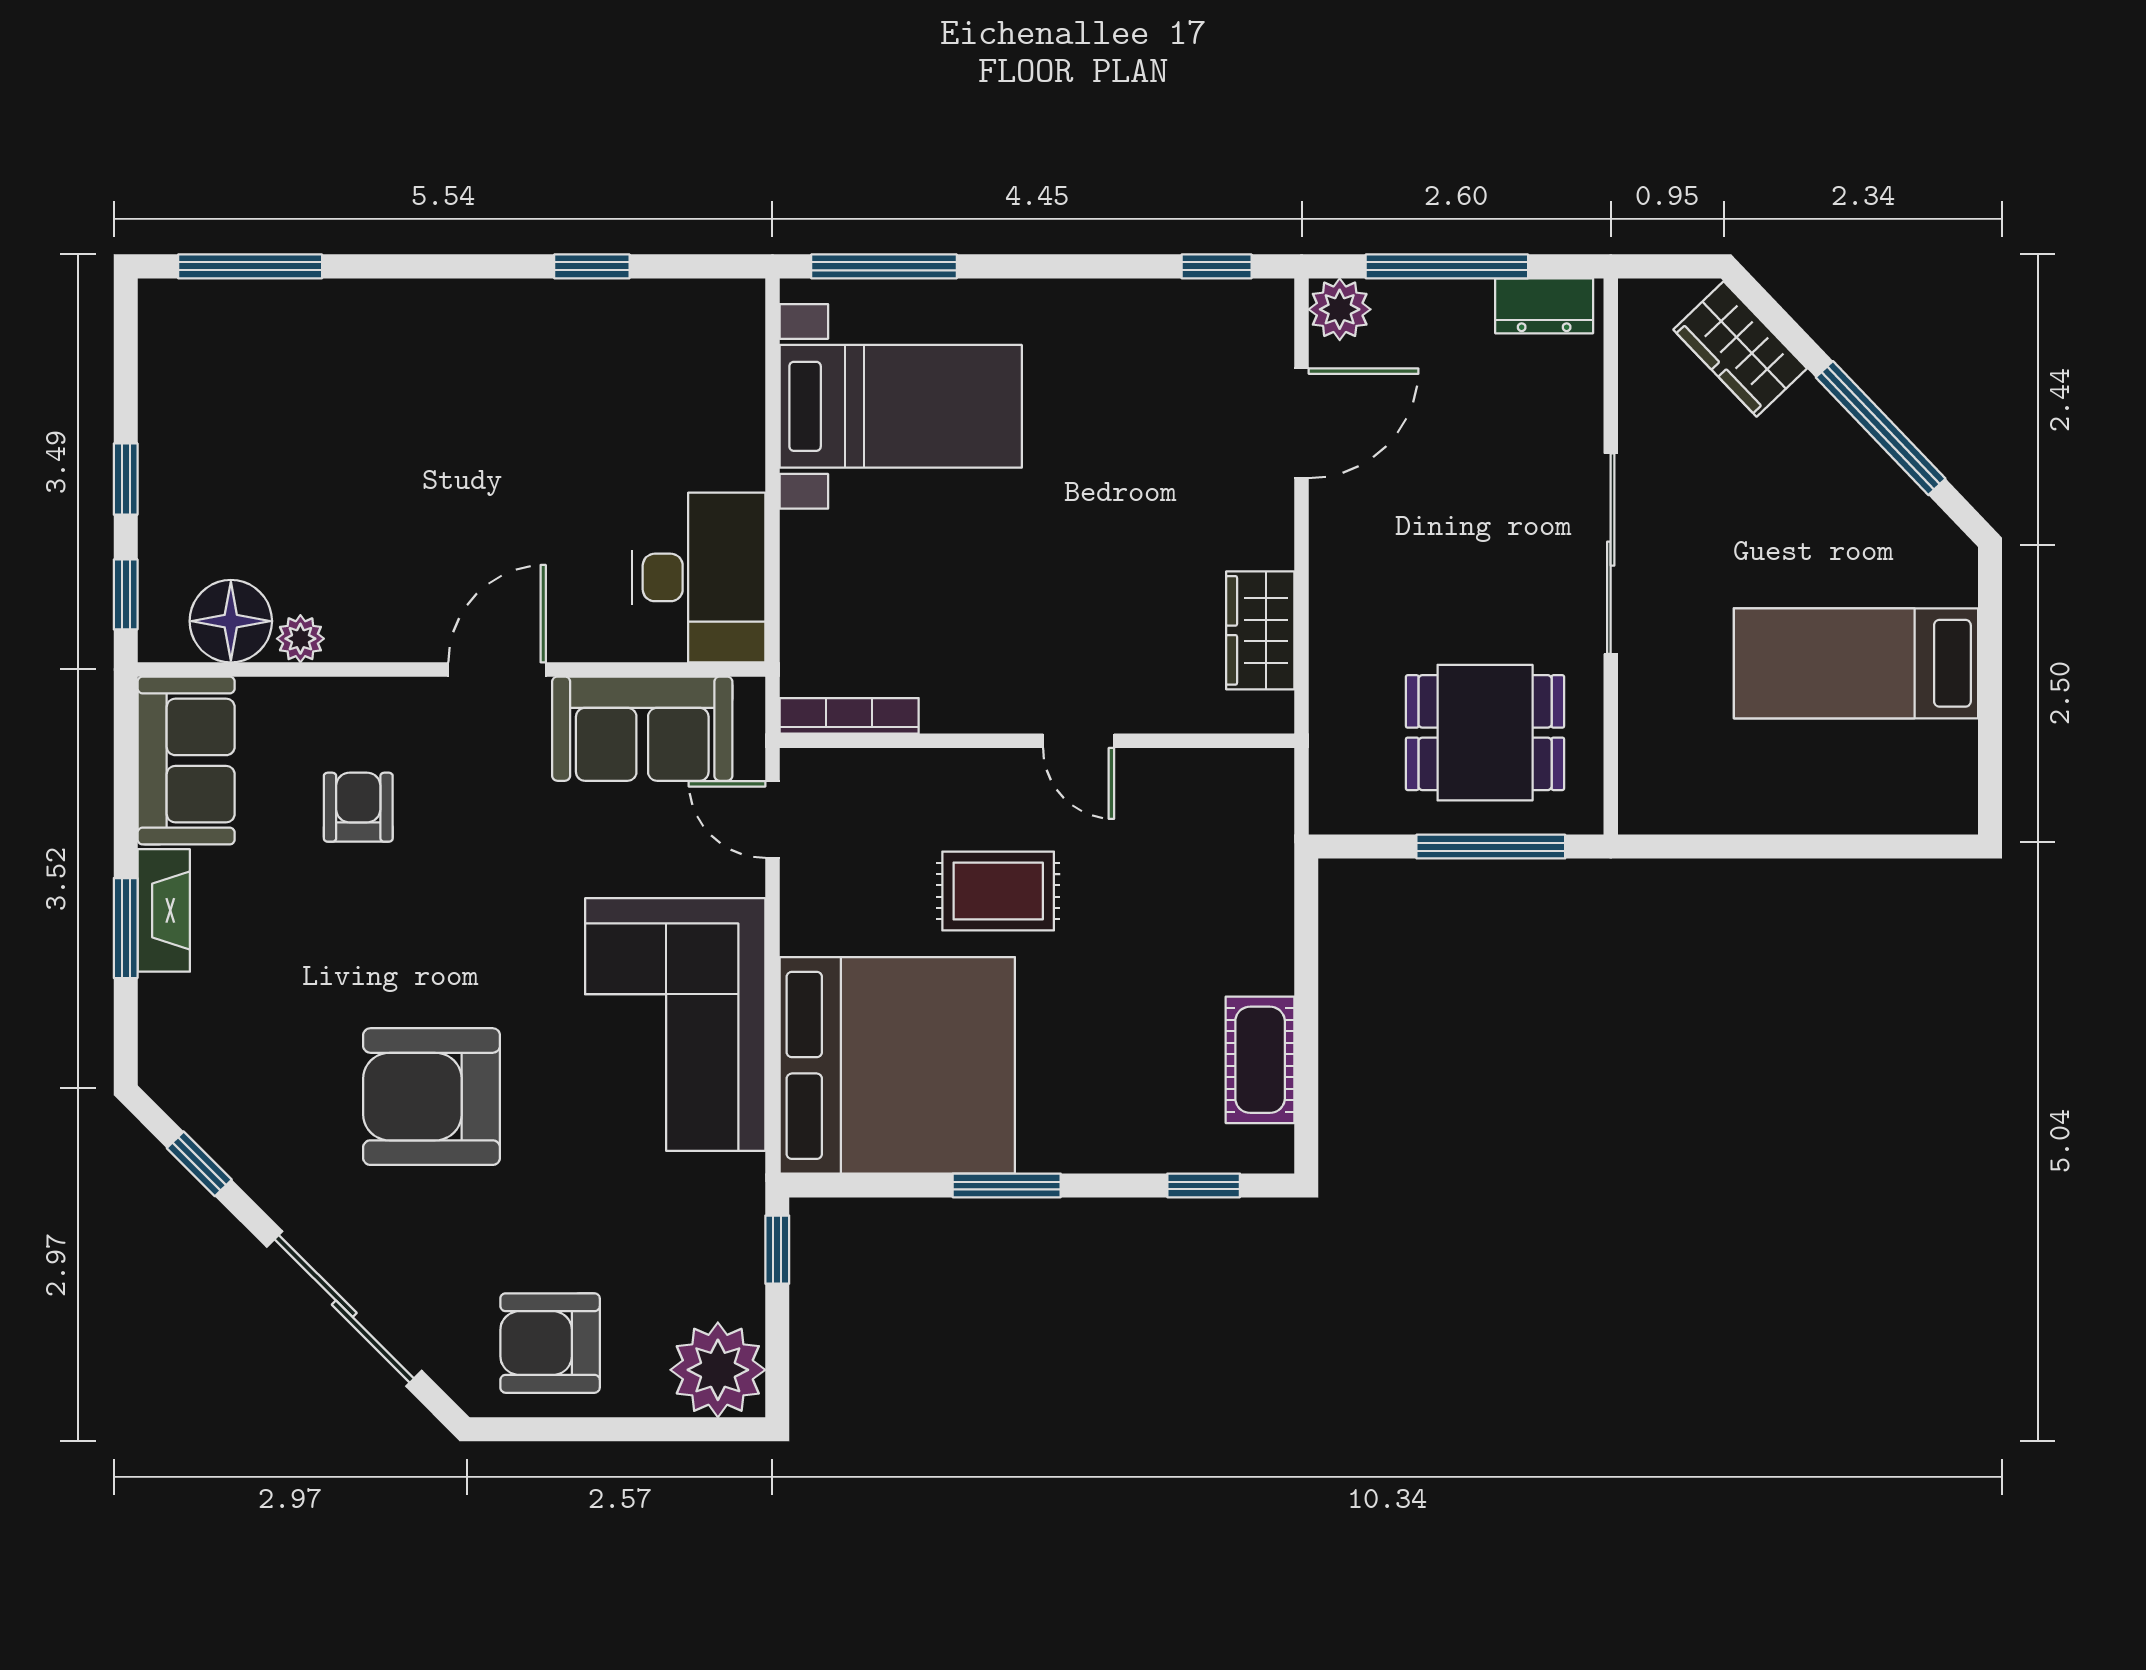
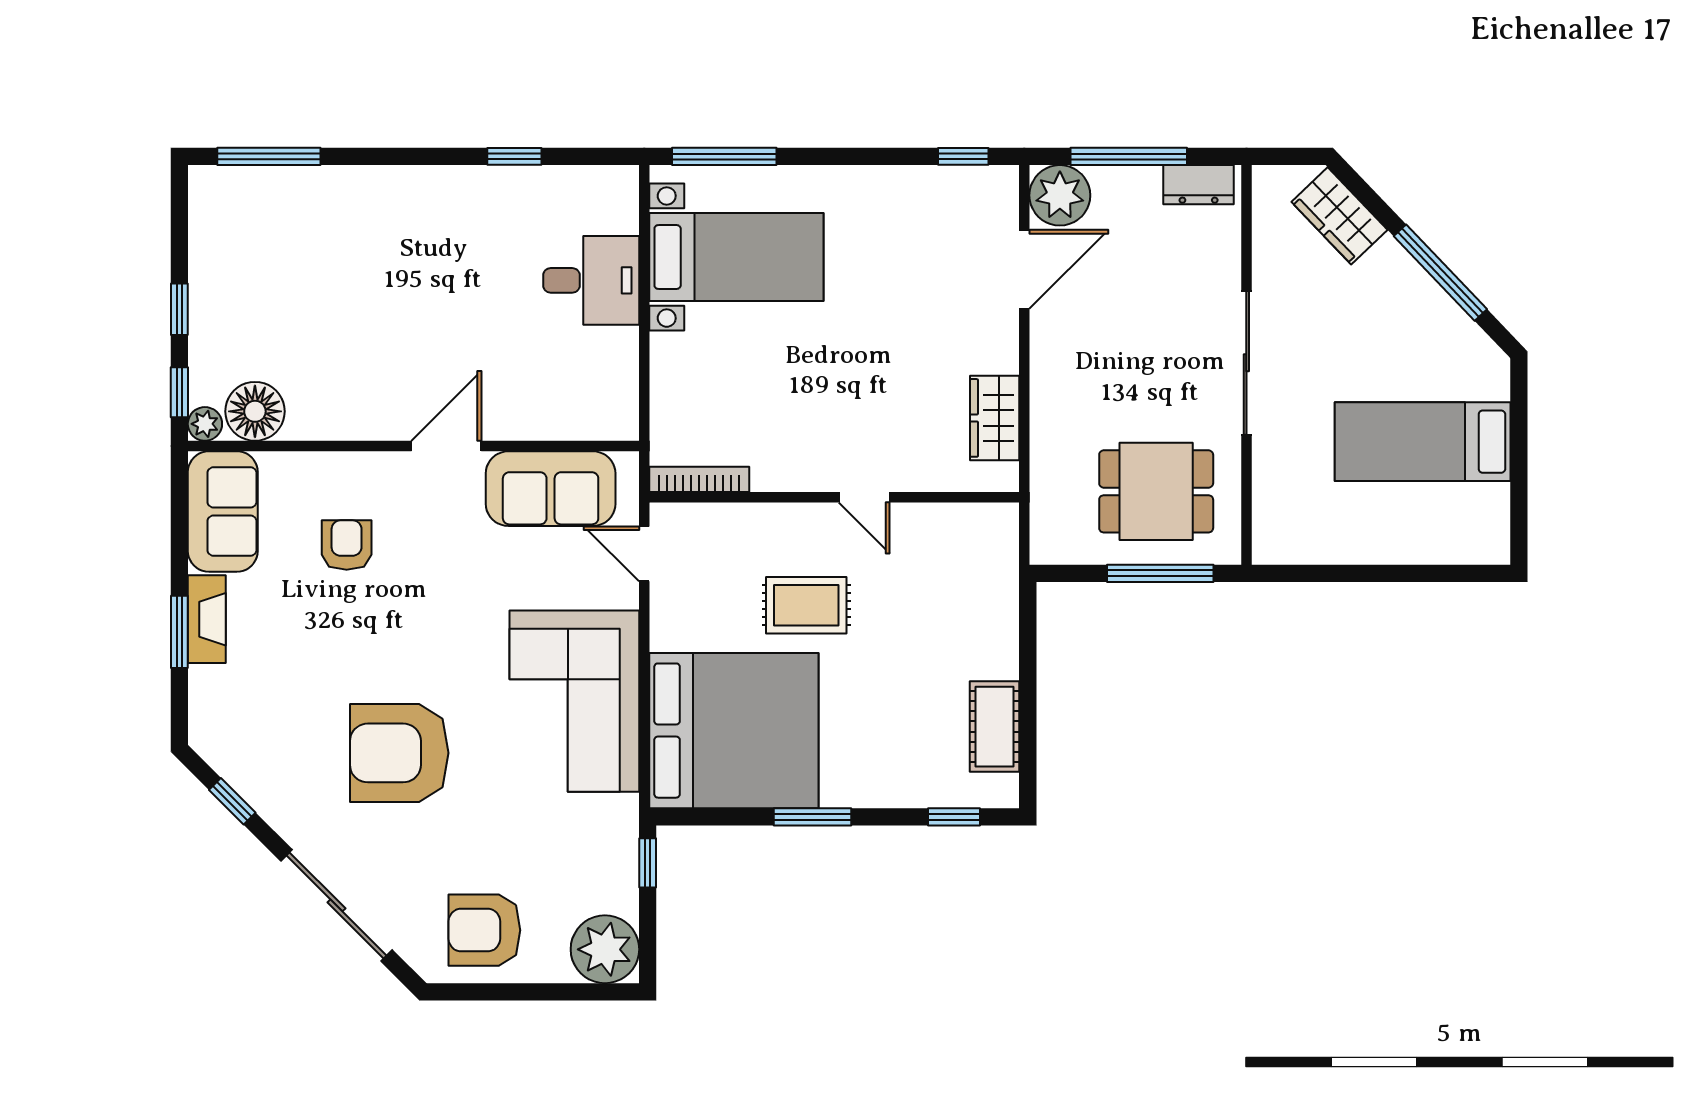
plant: (1340, 309) -> (1060, 195), width x1.36, depth x1.36
desk: (699, 577) -> (591, 280), moved, width x0.73
plant: (300, 639) -> (205, 424), moved

